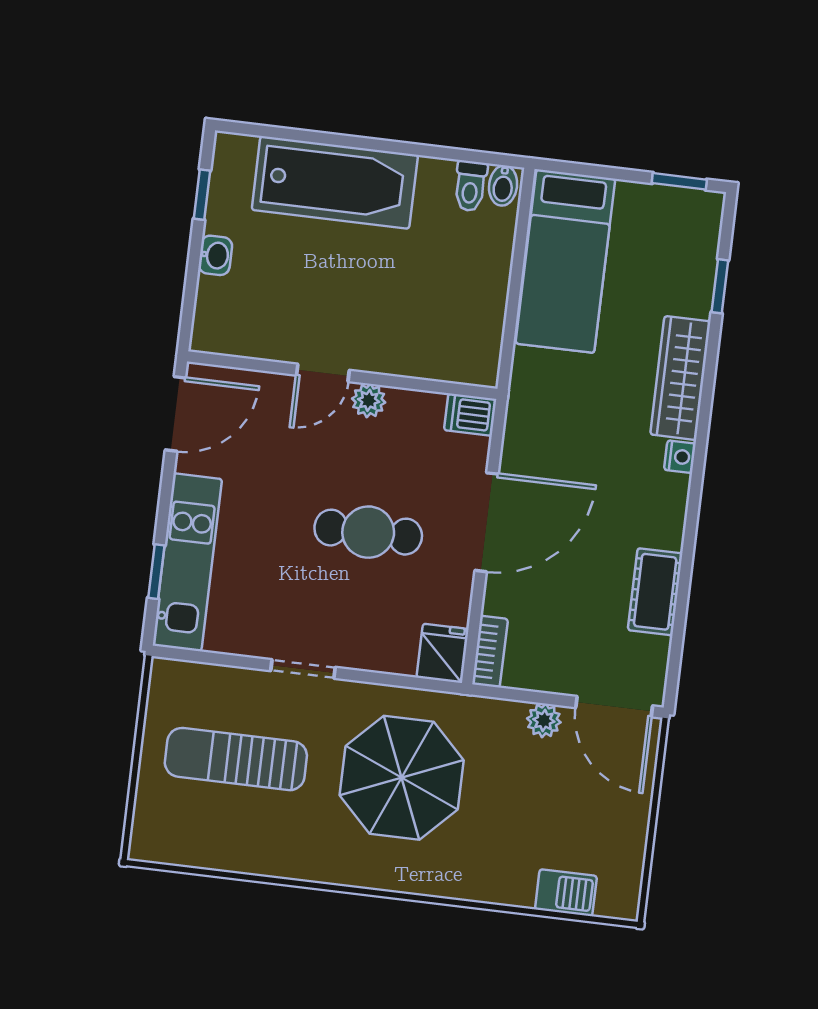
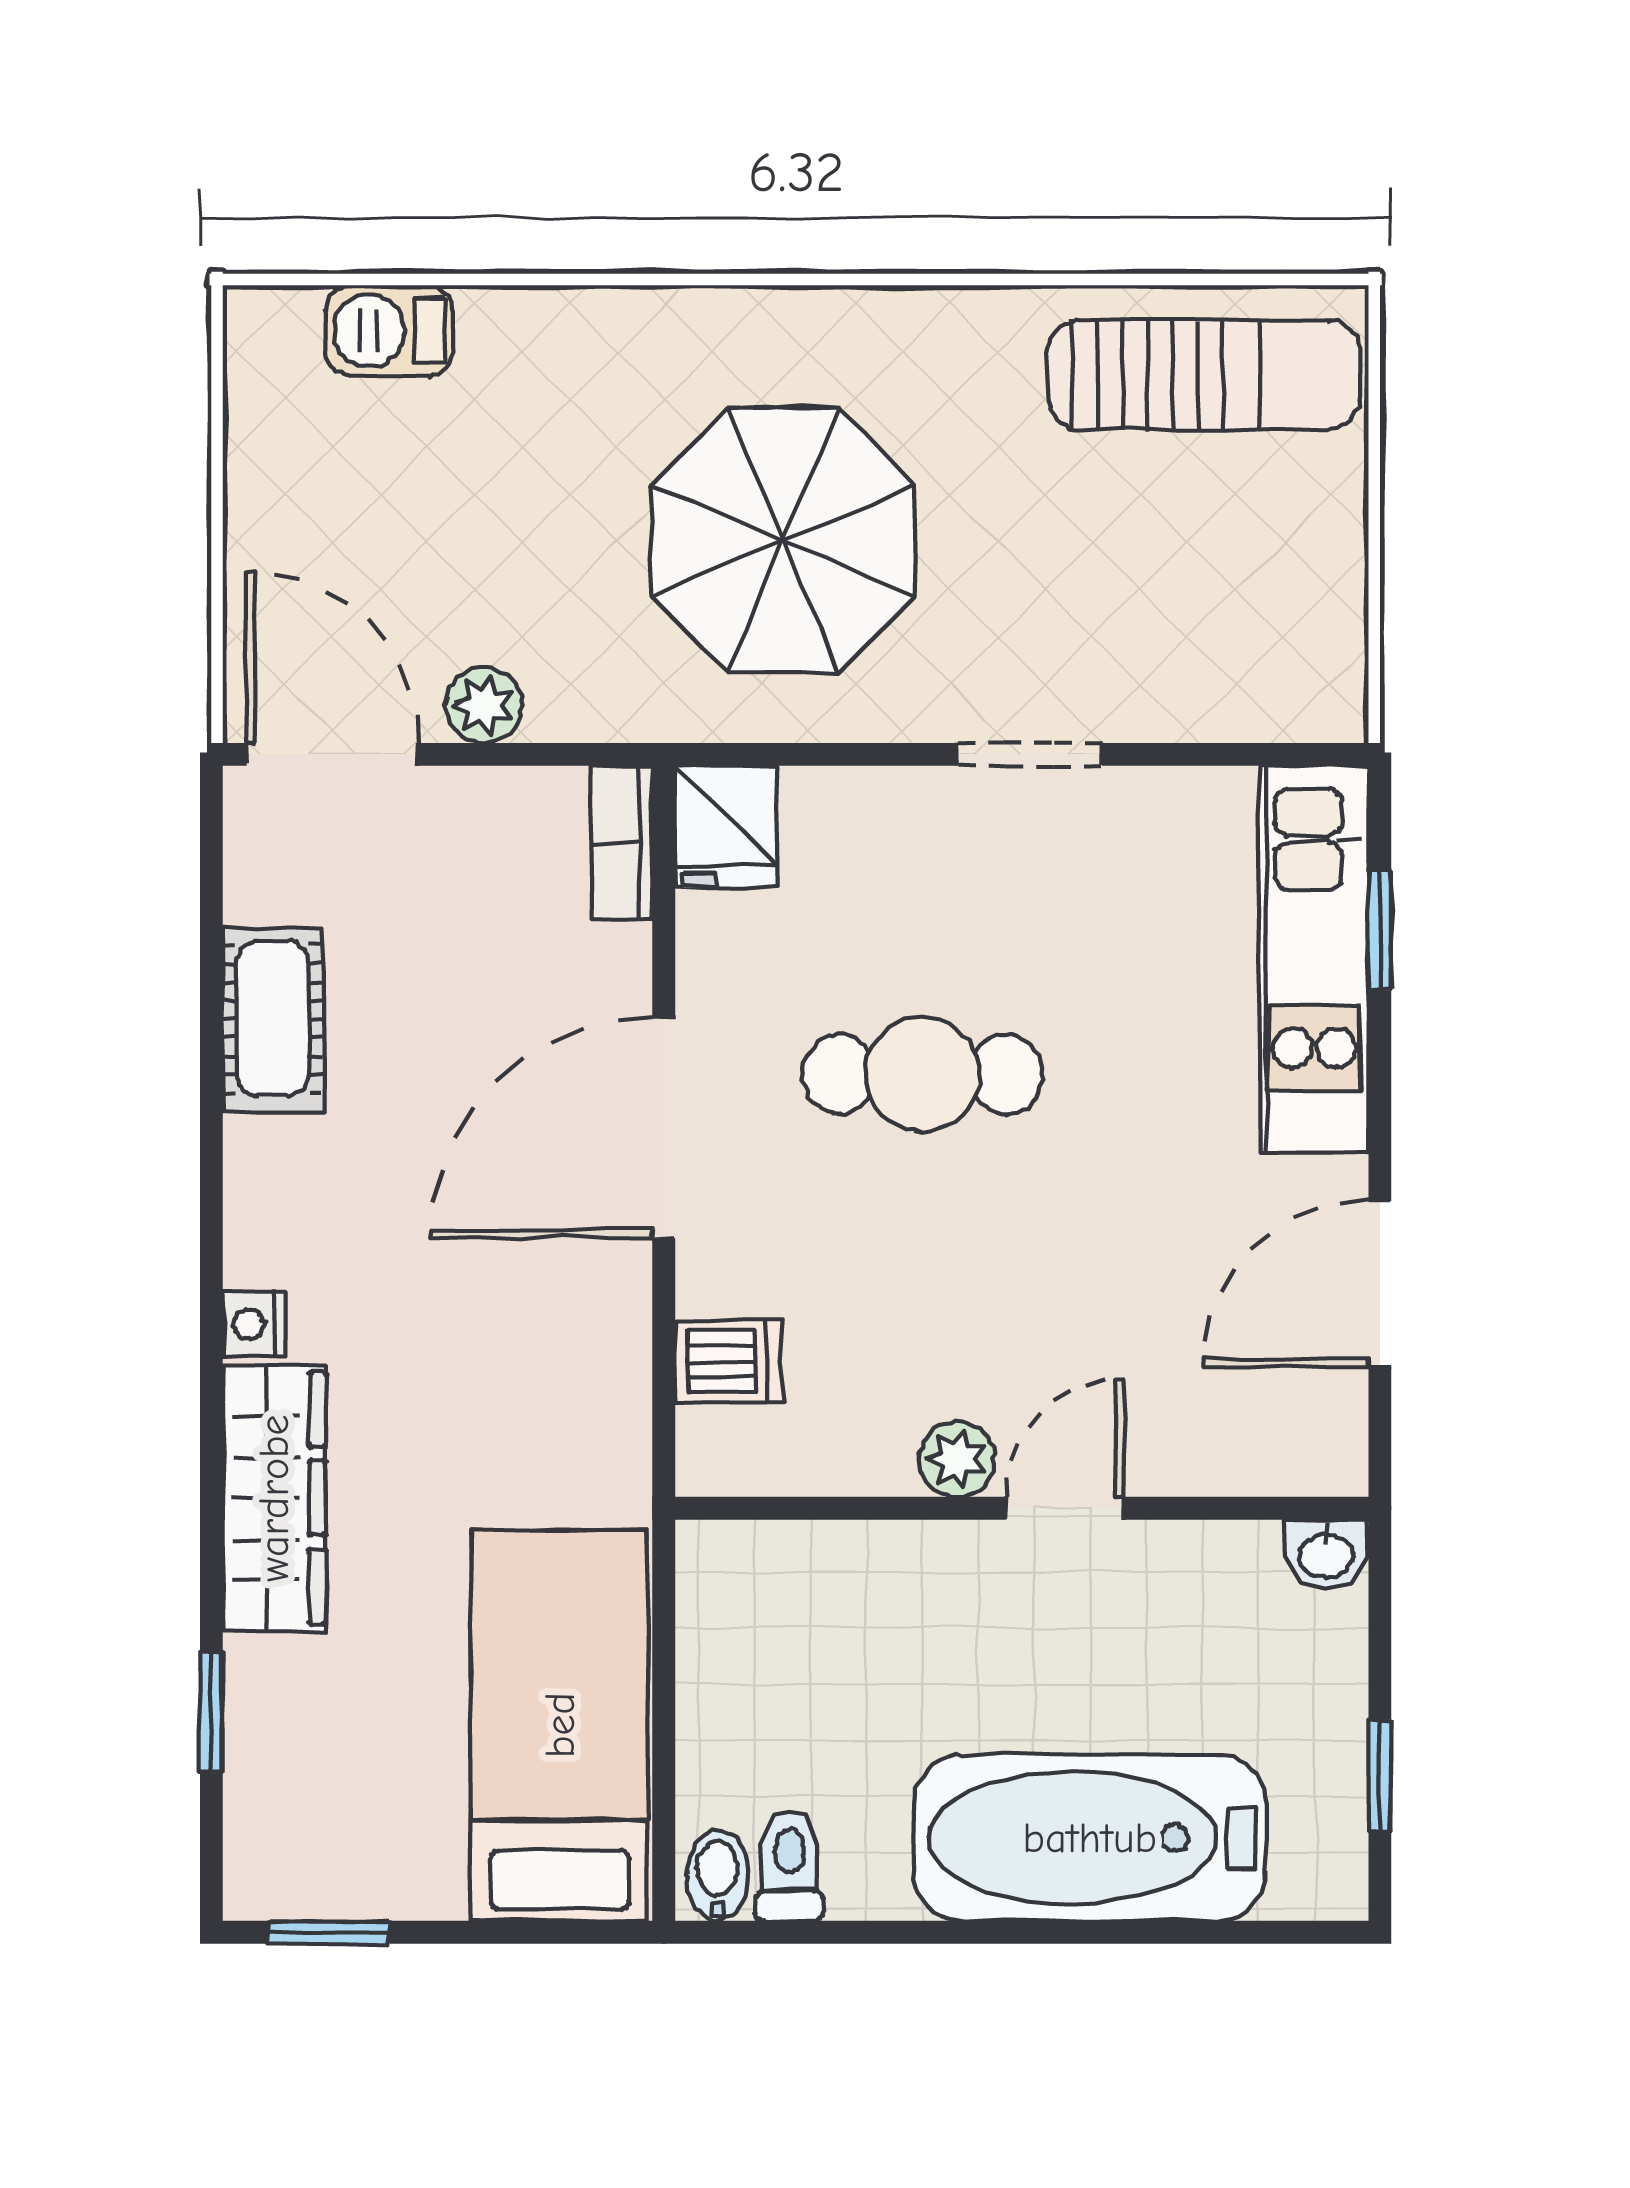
washbasin: (215, 255) -> (1326, 1554), moved, turned -90
door: (323, 373) -> (1065, 1508), moved
wall: (342, 375) -> (1022, 1508), moved
plant: (369, 400) -> (957, 1459), moved
sun lounger: (236, 759) -> (1204, 375), moved

